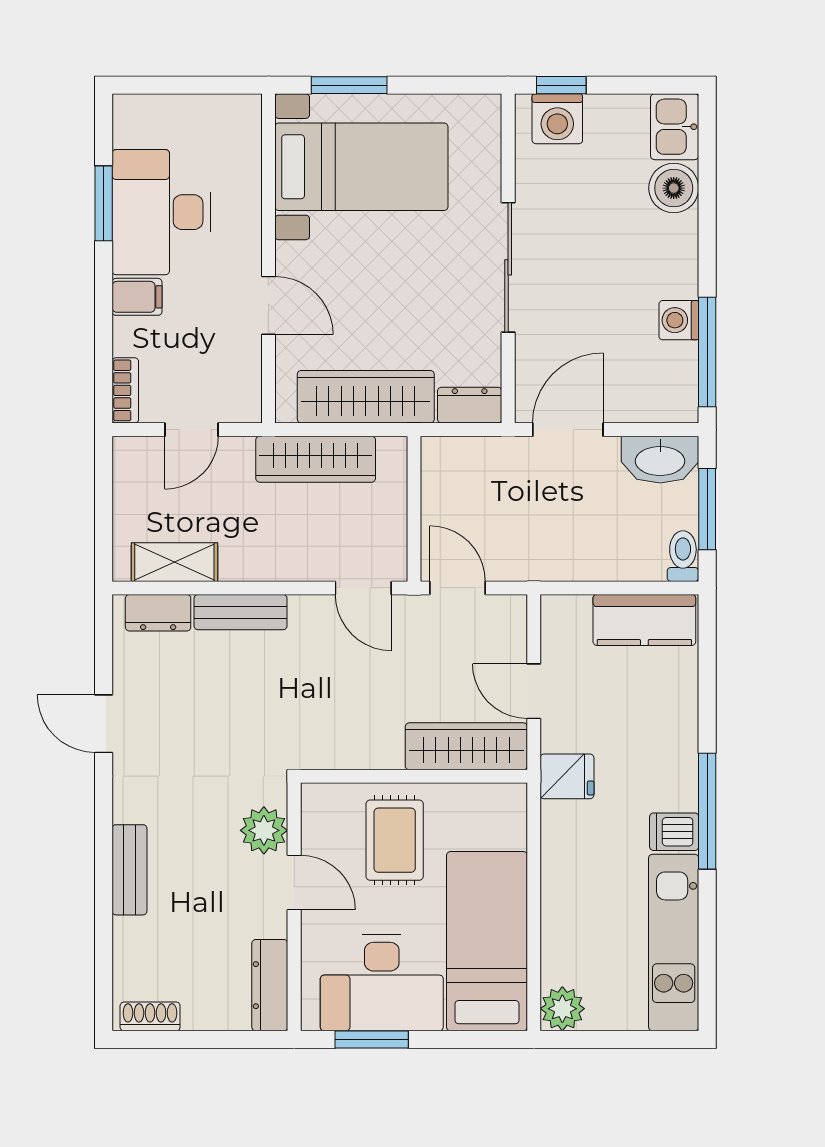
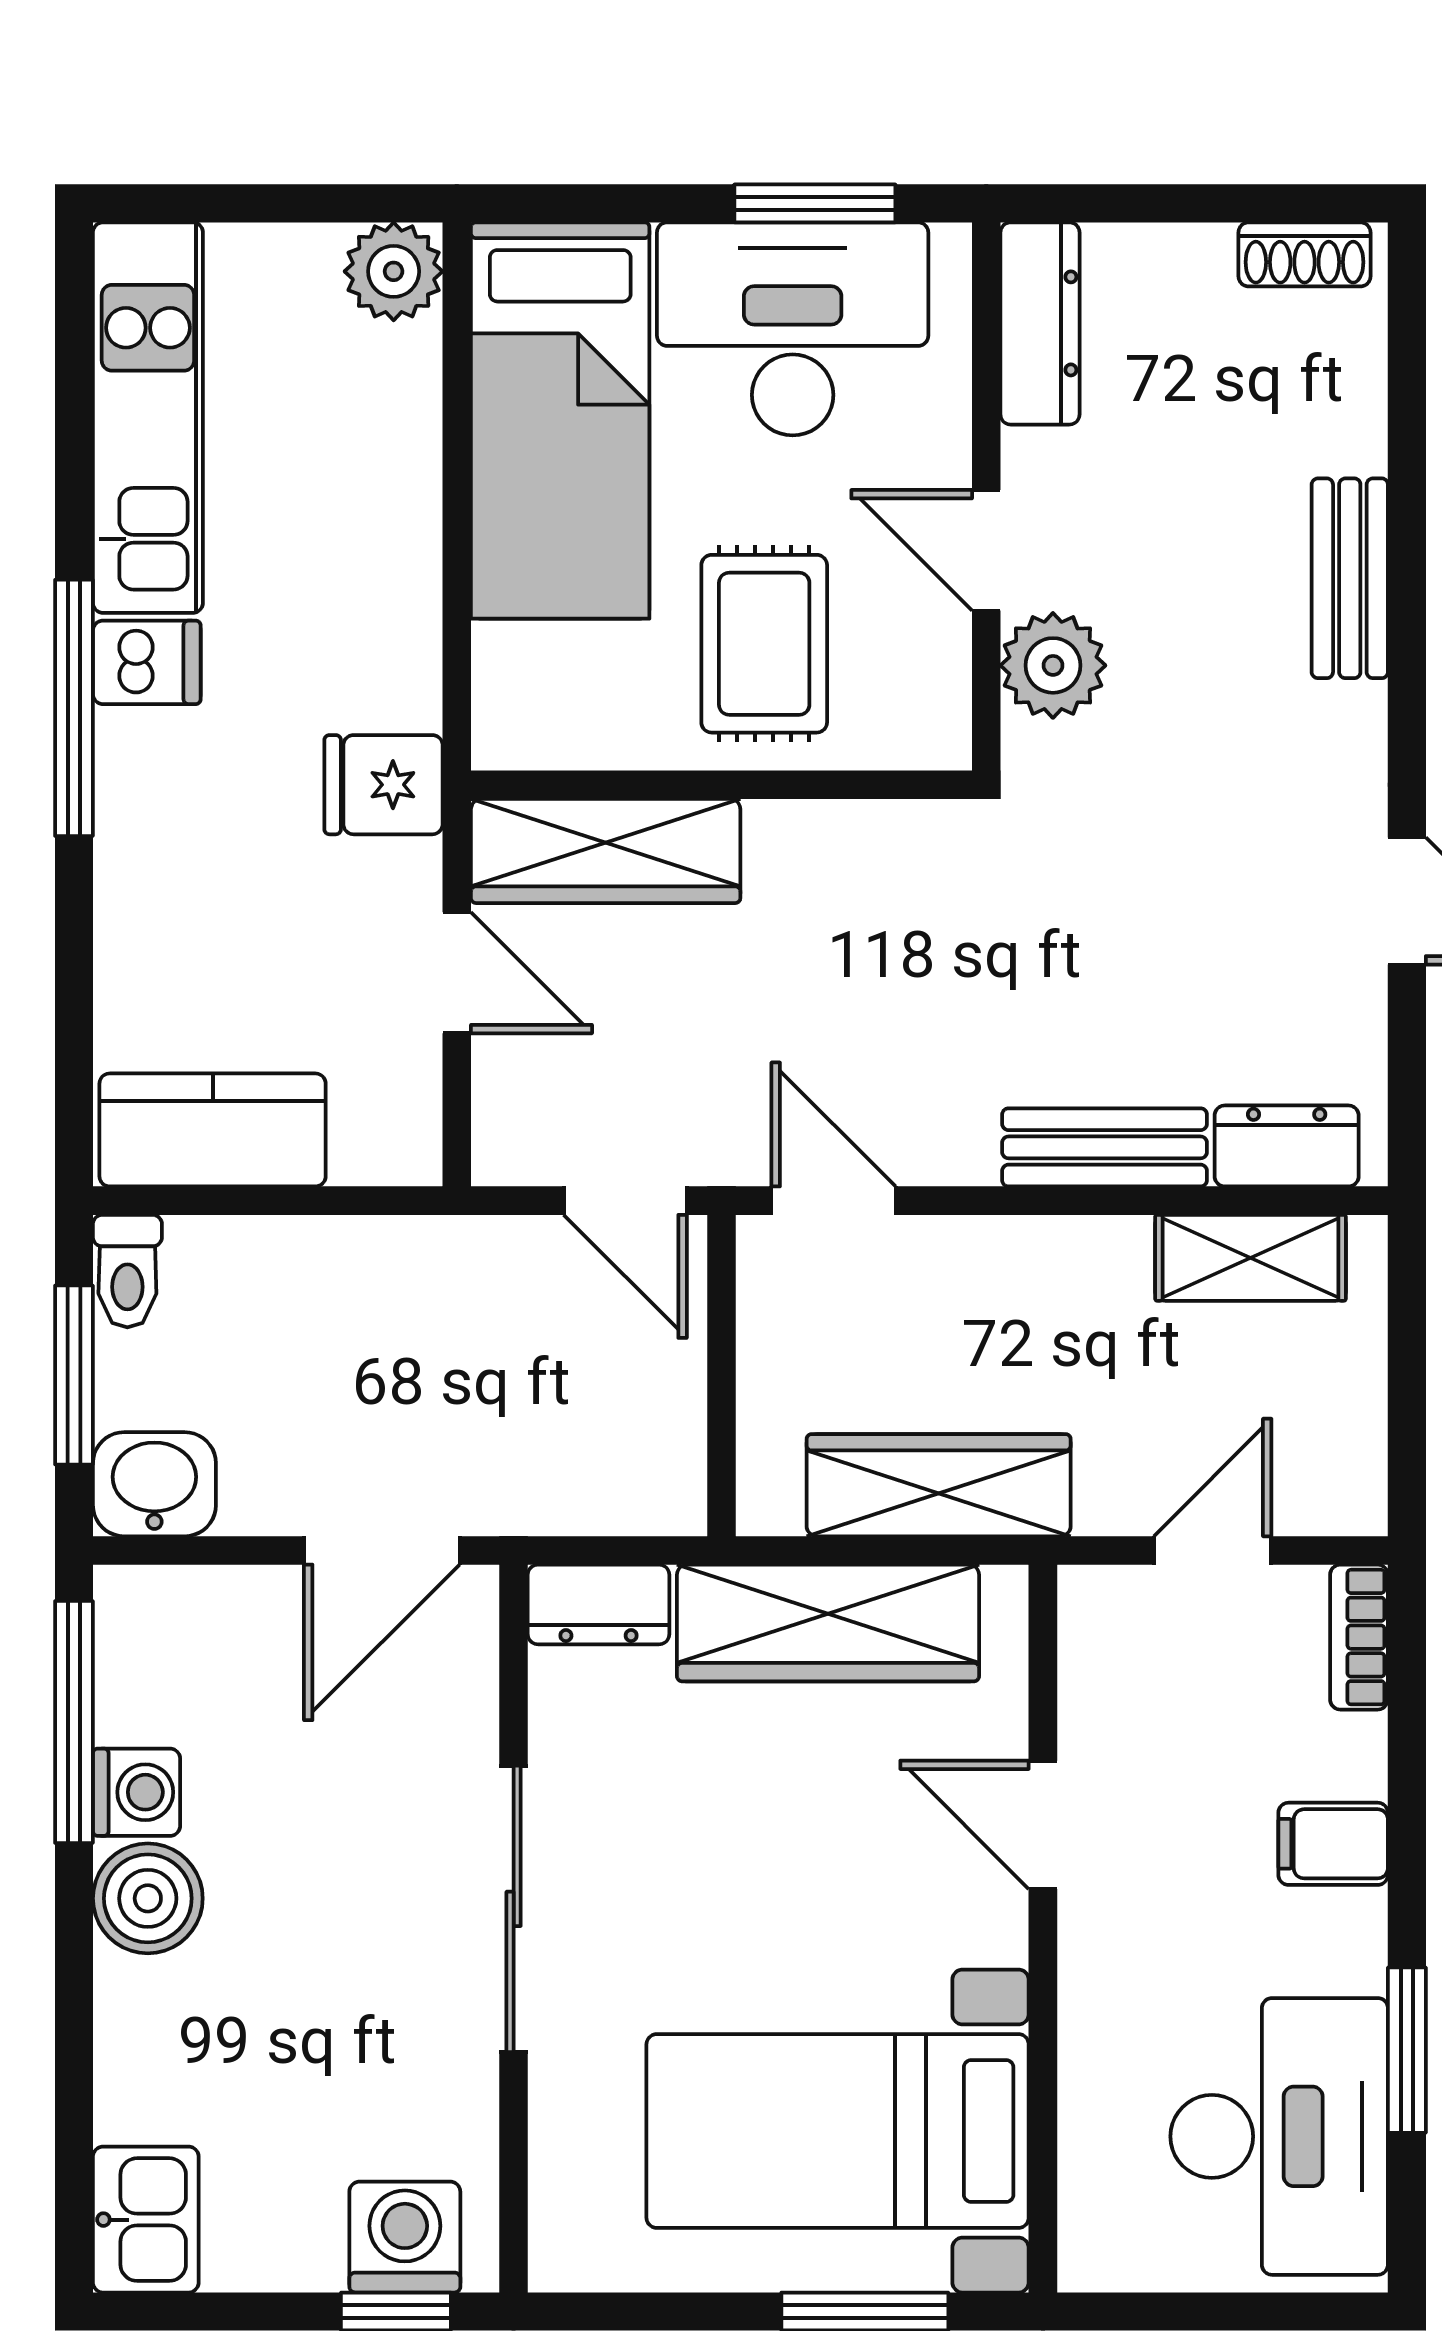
boiler: (674, 188) -> (148, 1898), moved
desk: (161, 212) -> (1279, 2136), moved
washbasin: (660, 460) -> (154, 1484), width x0.72

